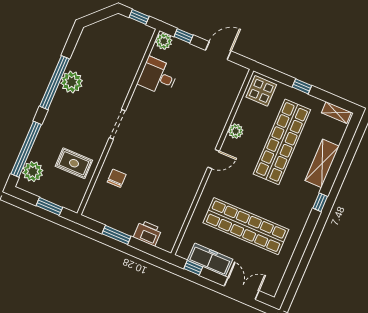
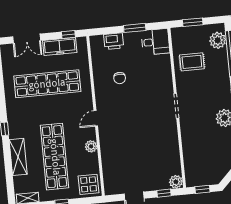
desk: (158, 76) -> (155, 42), moved
chair: (117, 178) -> (120, 78), moved

